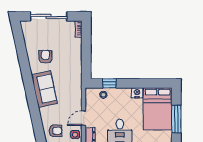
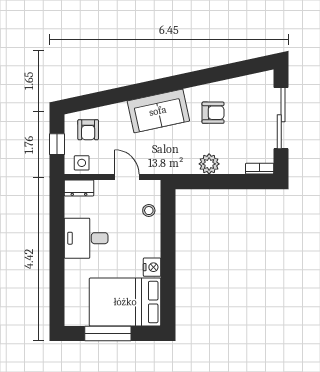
plant: (76, 59) -> (209, 164), added
window: (110, 83) -> (168, 221), removed
door: (83, 118) -> (127, 177), moved

